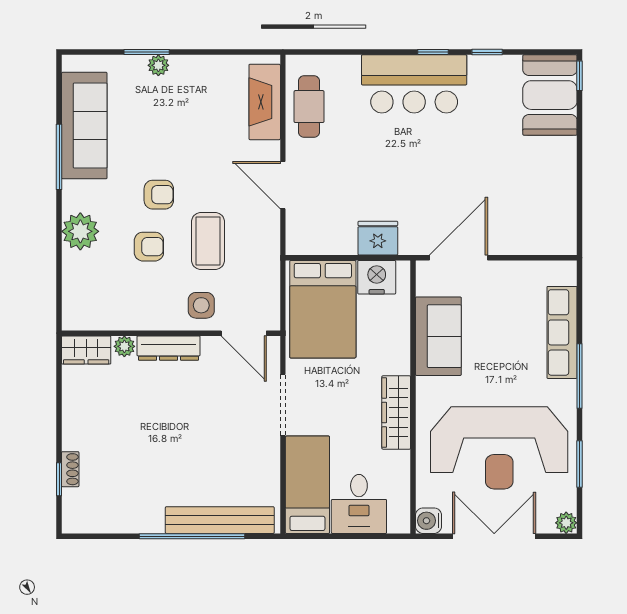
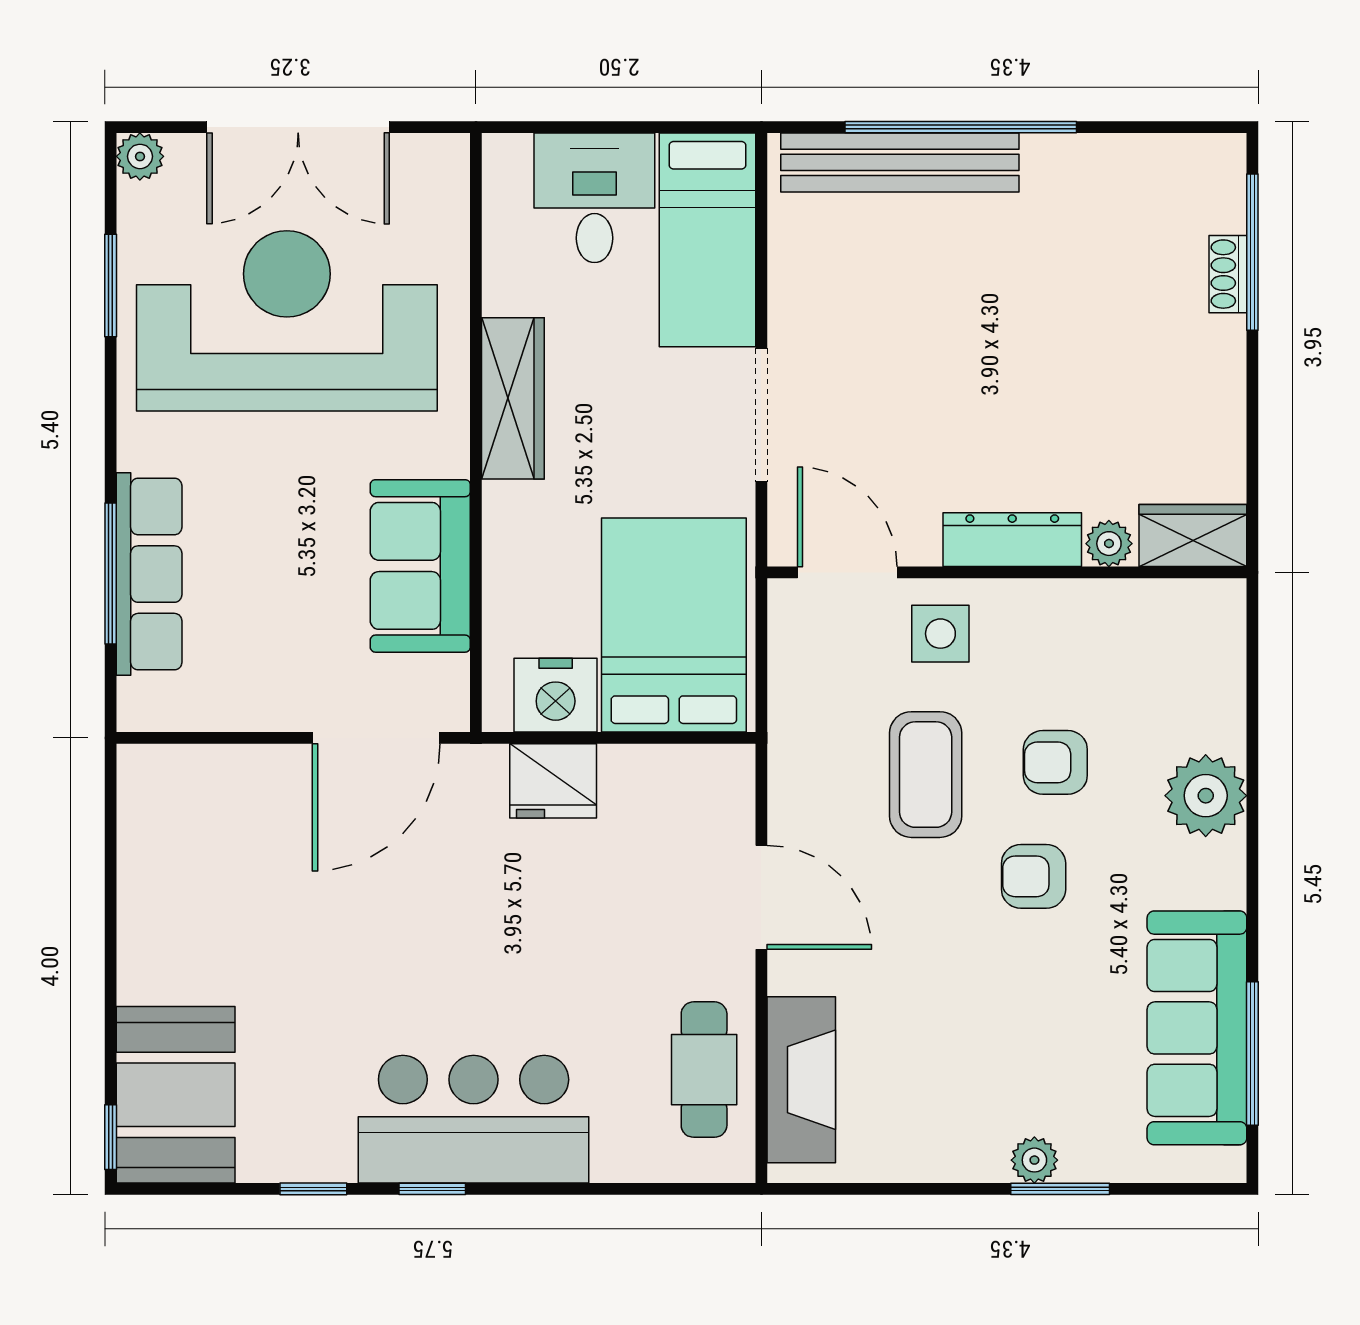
window: (59, 157) -> (1252, 1053), moved
window: (580, 376) -> (111, 573), moved
window: (59, 479) -> (1252, 252), width x2.17
water cooler: (429, 521) -> (442, 161), removed

